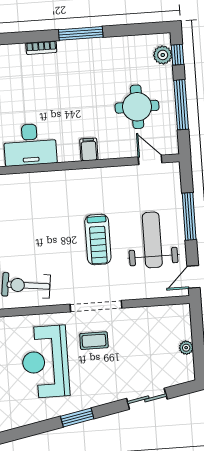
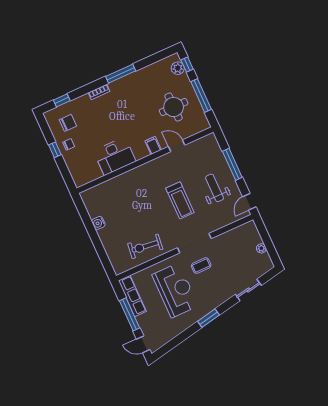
door: (150, 160) -> (177, 146), moved
weight bench: (152, 240) -> (215, 188), width x0.73, depth x0.75
reception desk: (45, 362) -> (175, 290), turned 180

